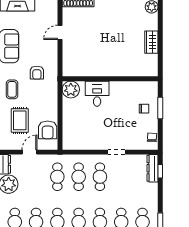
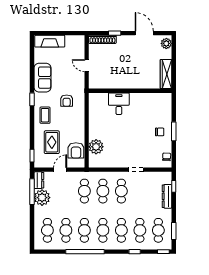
door: (60, 32) -> (87, 66), hinge flipped
wardrobe: (151, 42) -> (166, 74), width x1.50
wall: (110, 79) -> (130, 91), moved
plant: (71, 90) -> (96, 147), moved
desk: (97, 94) -> (119, 104), moved
dresser: (152, 168) -> (167, 196), moved

